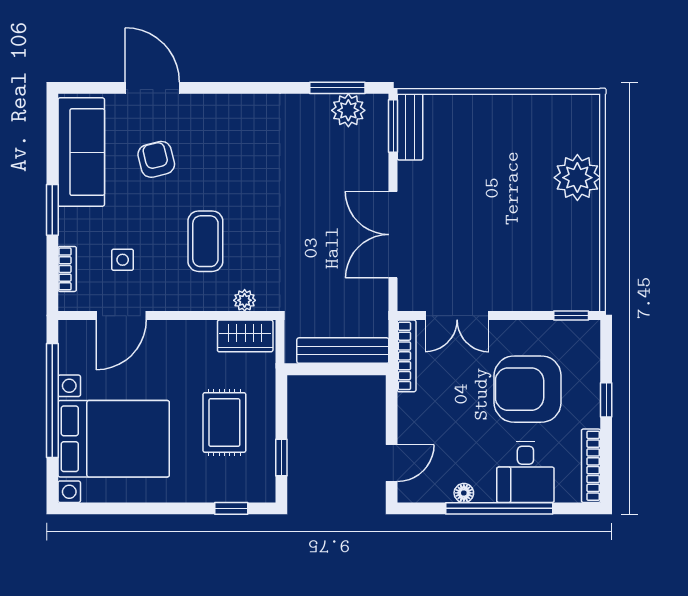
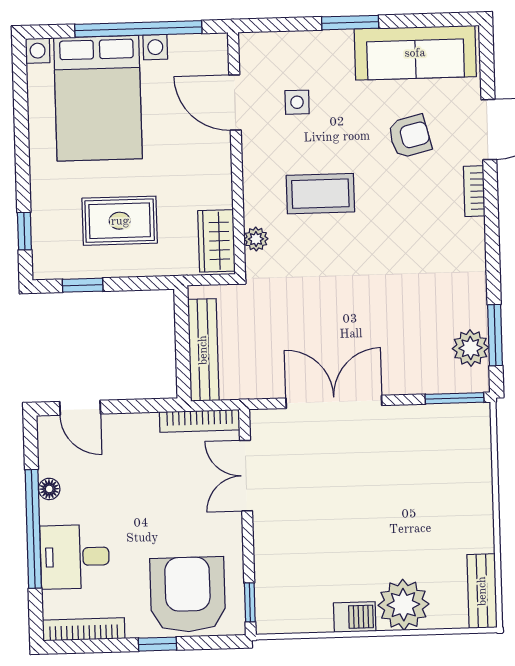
bench: (410, 127) -> (482, 591), moved, turned 90
barbecue: (587, 222) -> (355, 617), added
bookcase: (67, 269) -> (474, 191), moved, turned 90
armchair: (528, 389) -> (188, 594), moved

